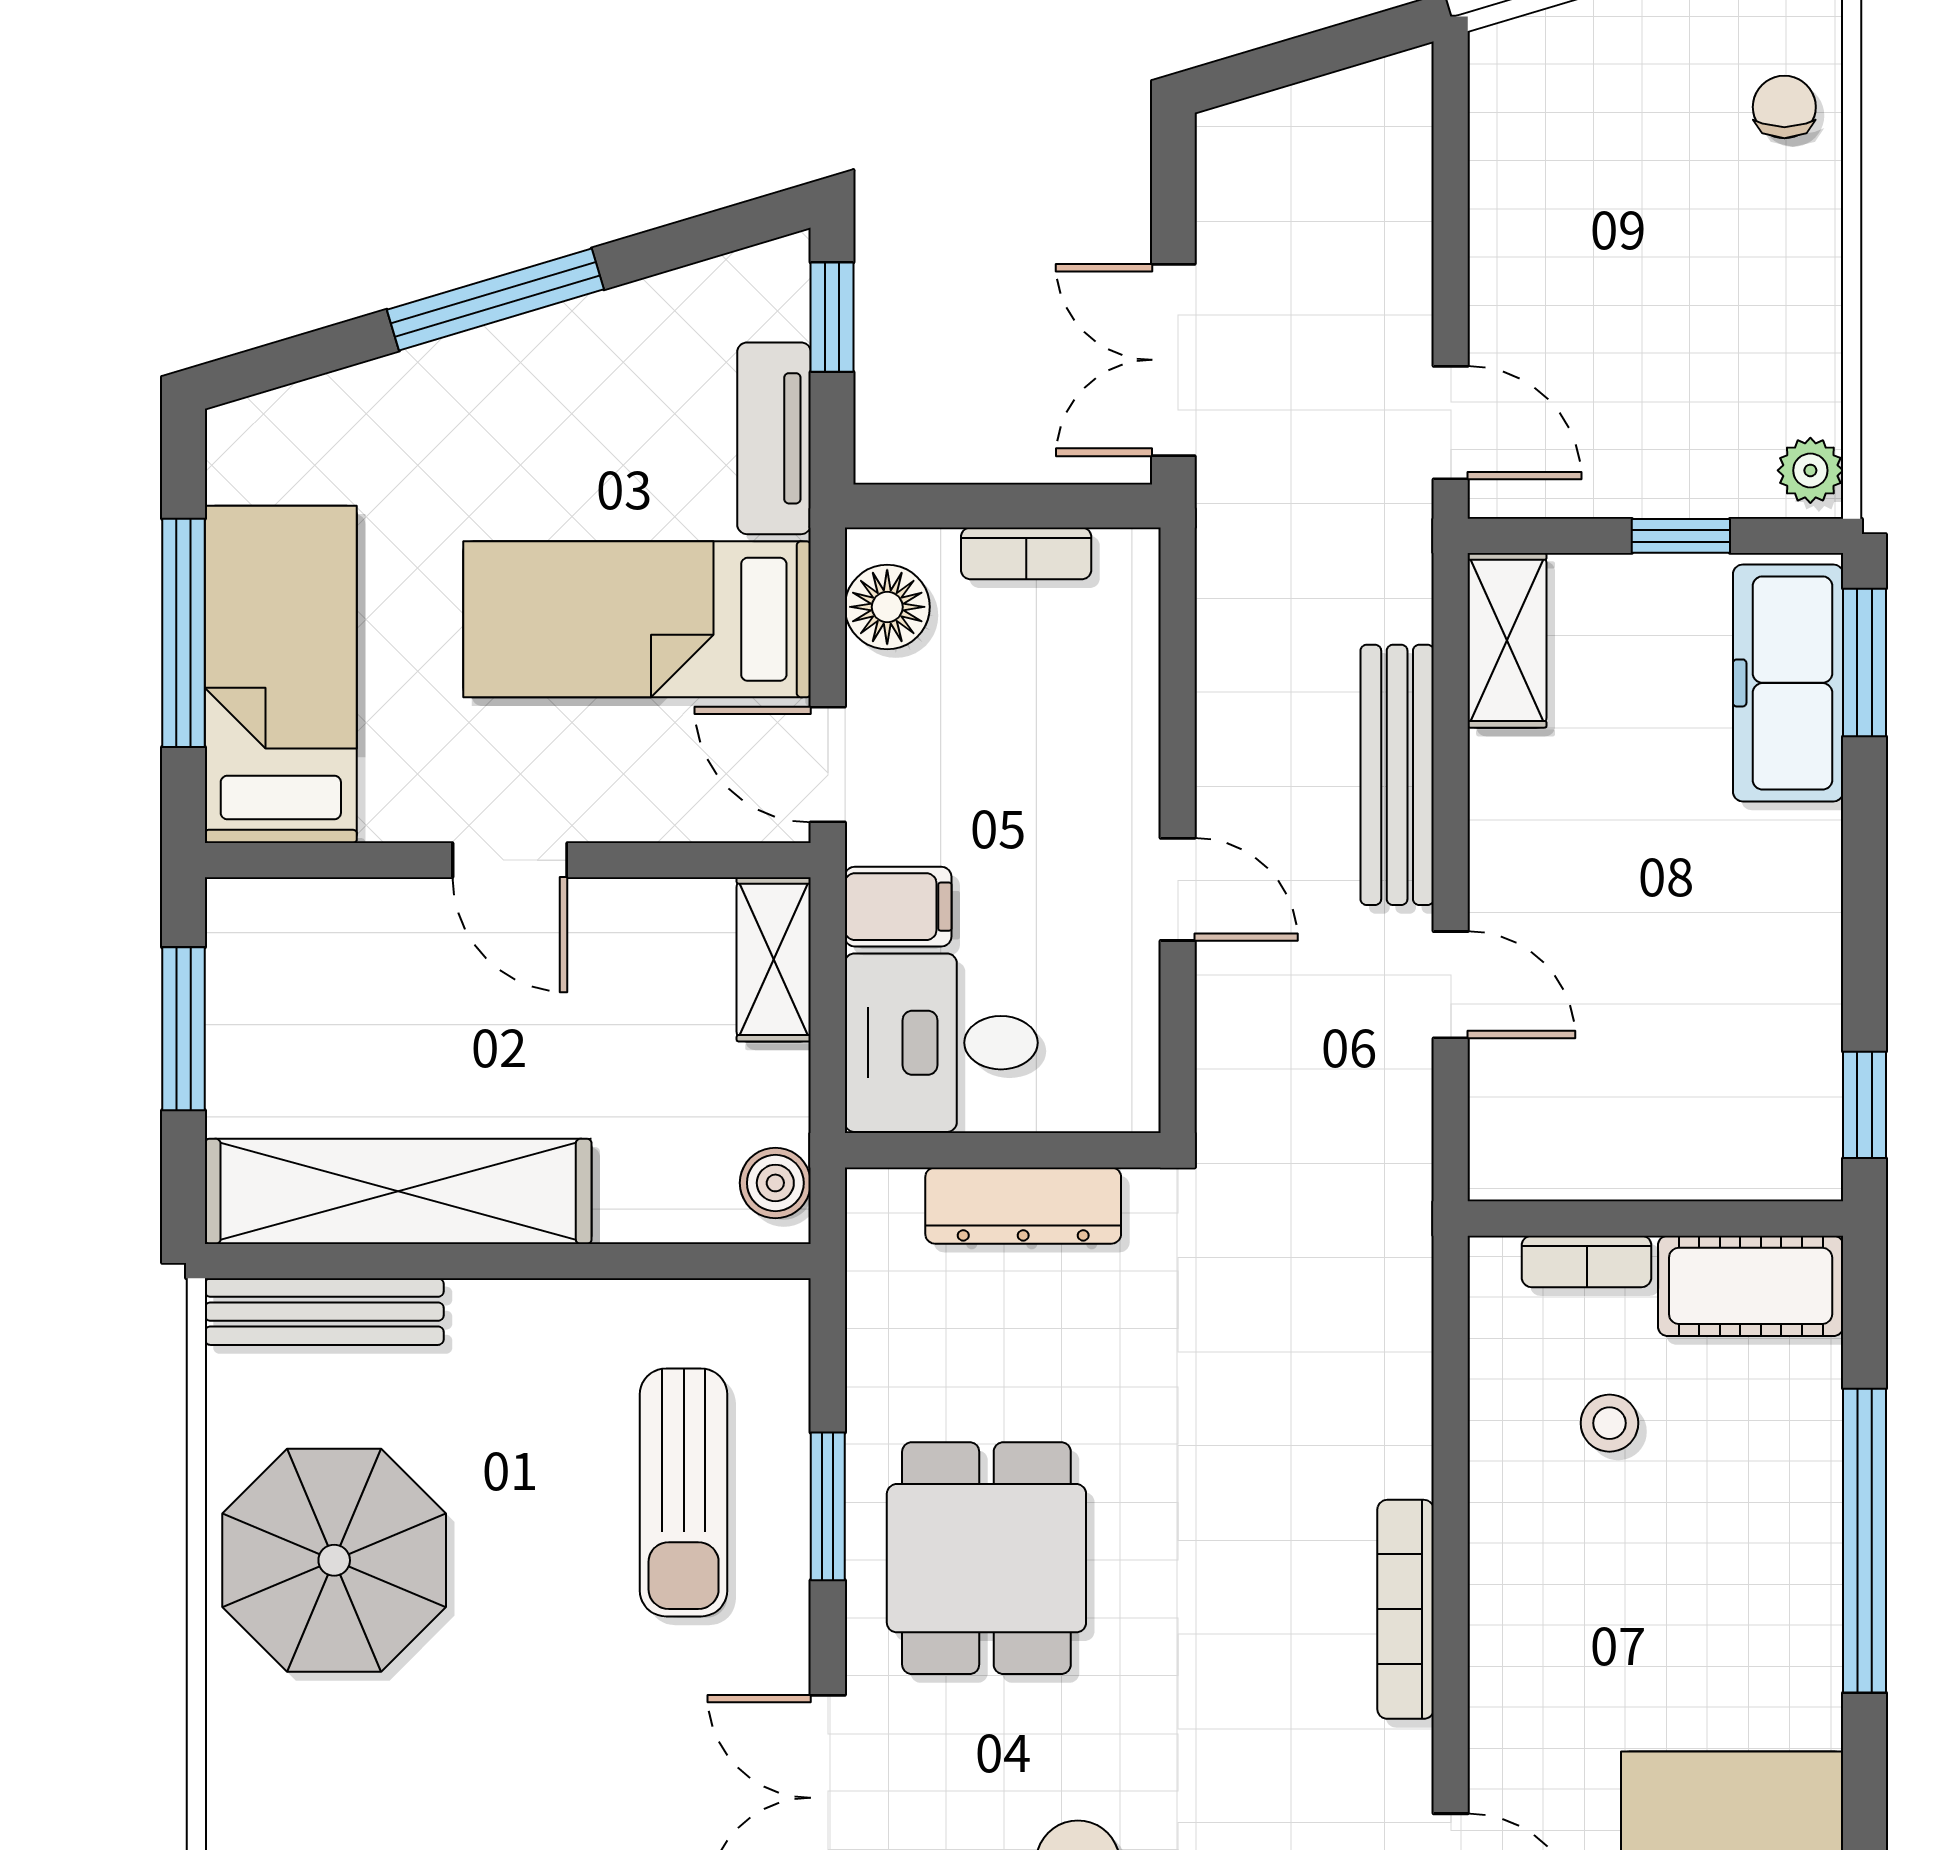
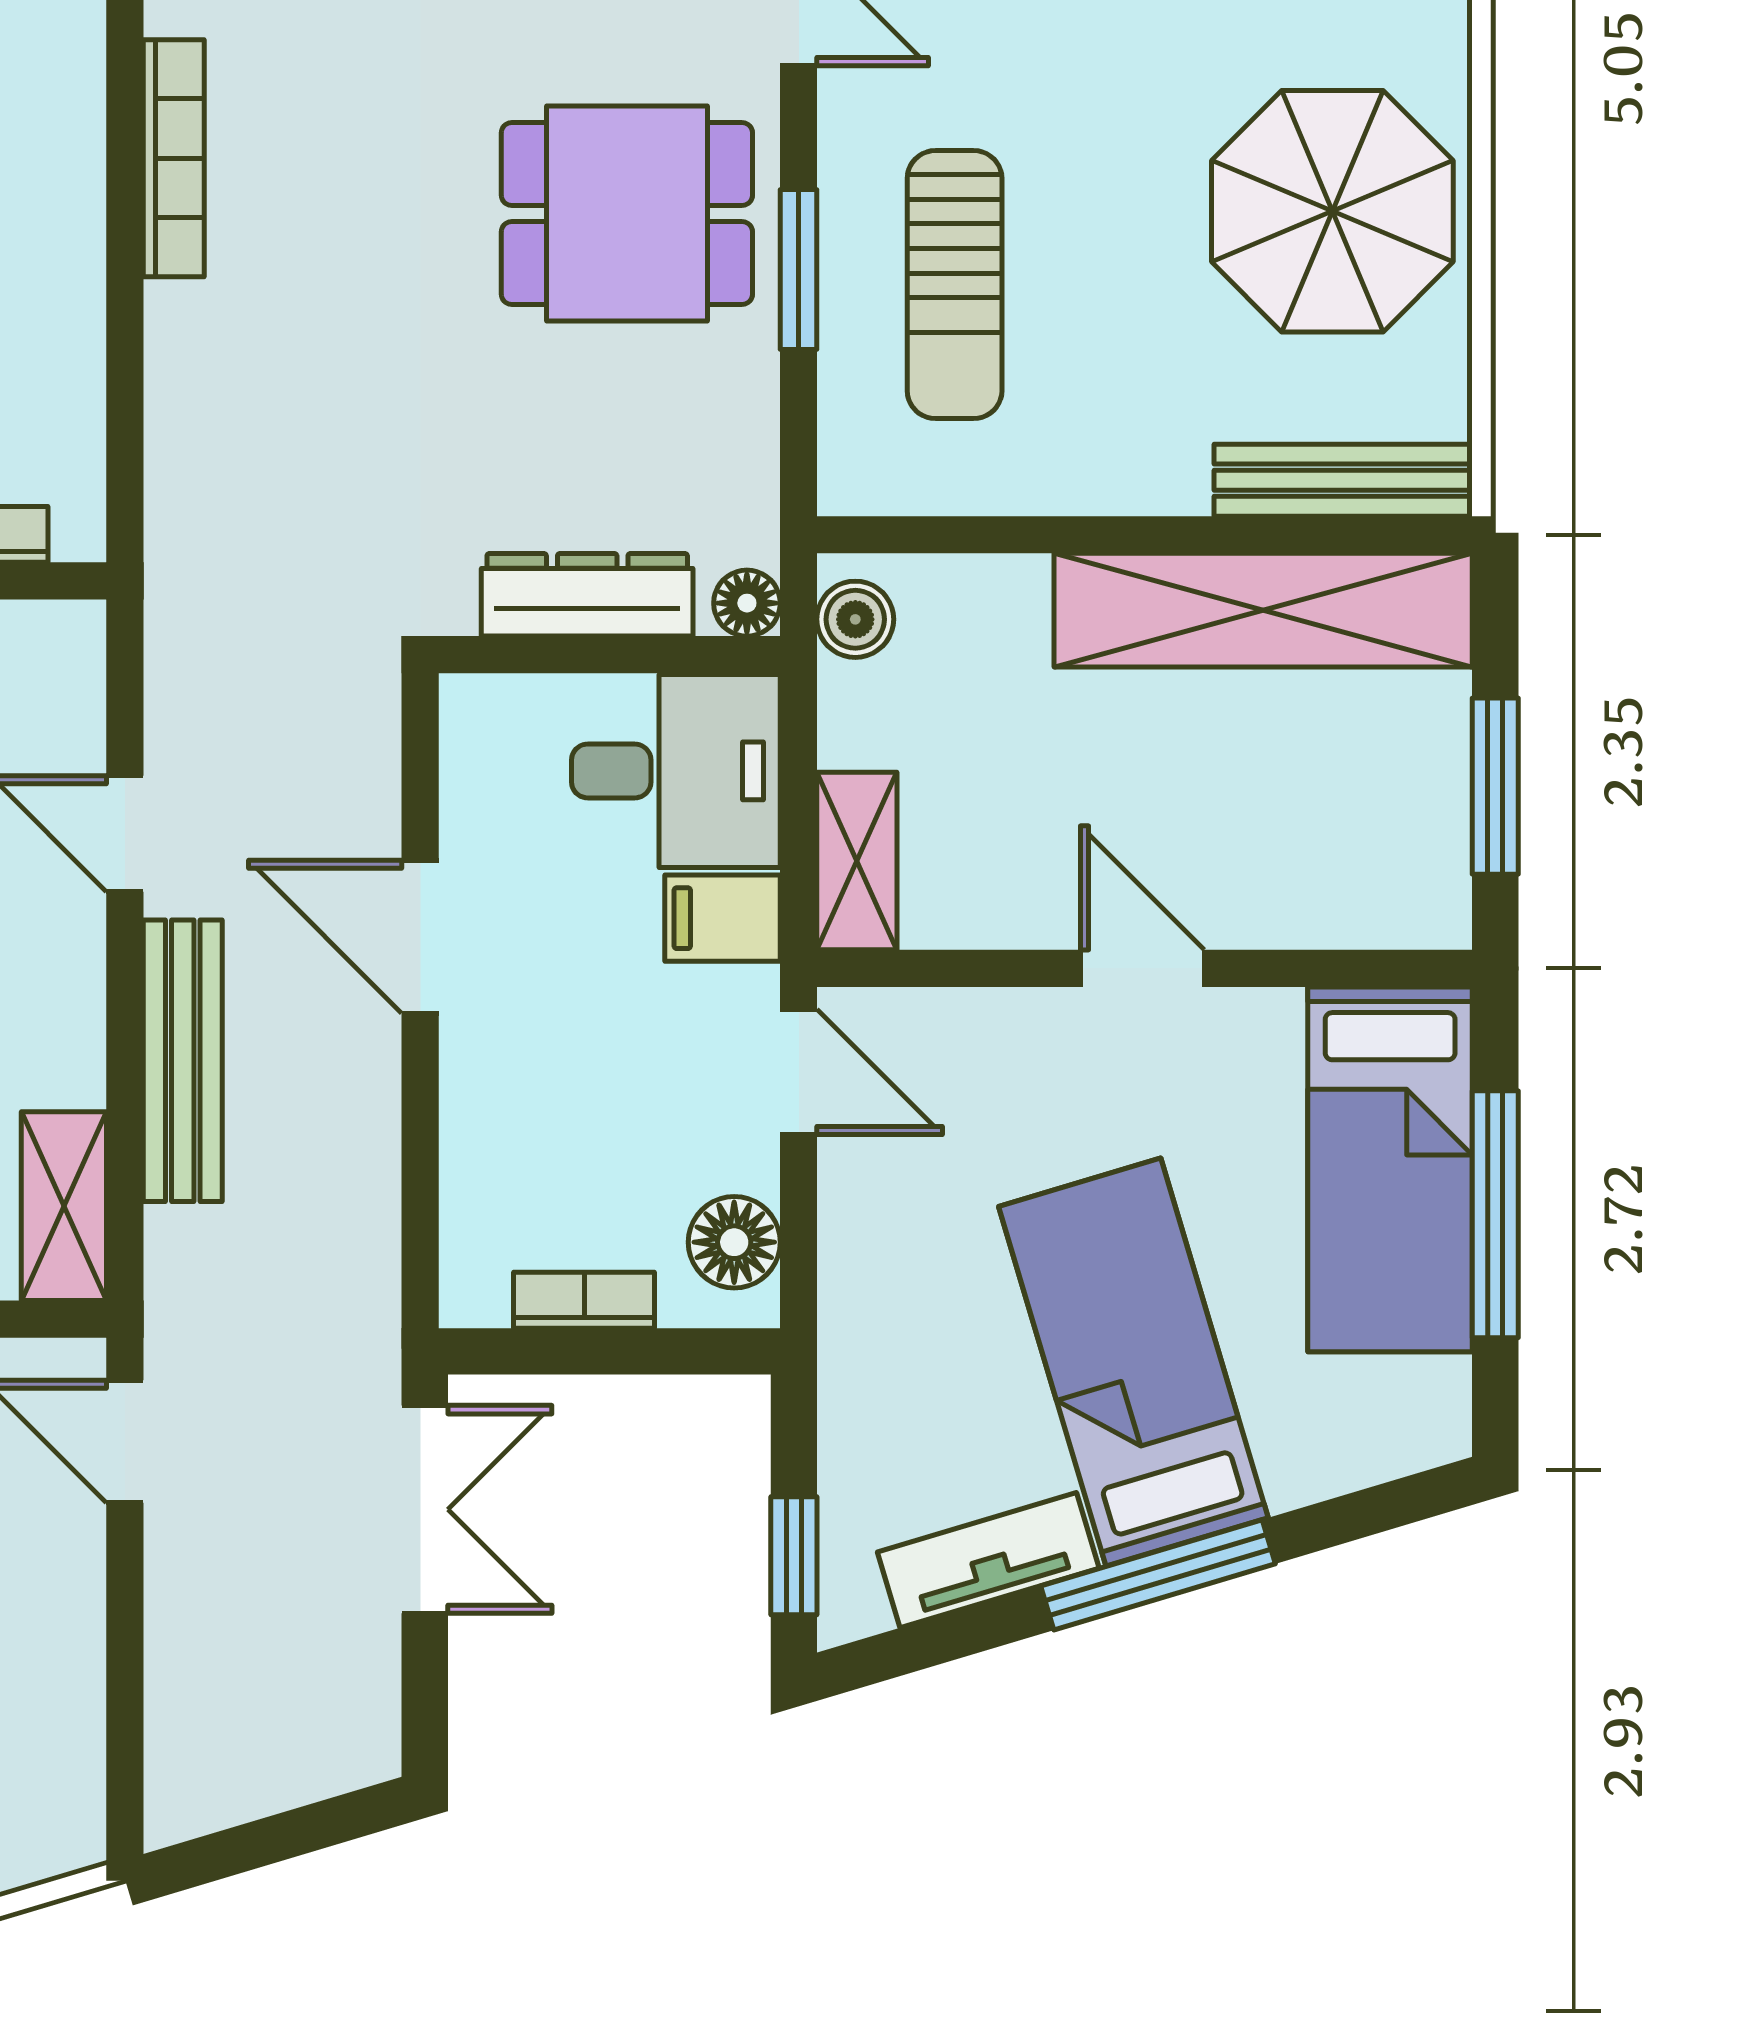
tv unit: (774, 438) -> (988, 1560), moved, turned -107
bed: (637, 619) -> (1133, 1362), moved, turned -107
door: (1178, 889) -> (420, 937), width x1.38
floor lamp: (875, 1198) -> (747, 603), added
sun lounger: (684, 1492) -> (955, 285), turned 180
dining table: (986, 1558) -> (627, 214), turned 90

